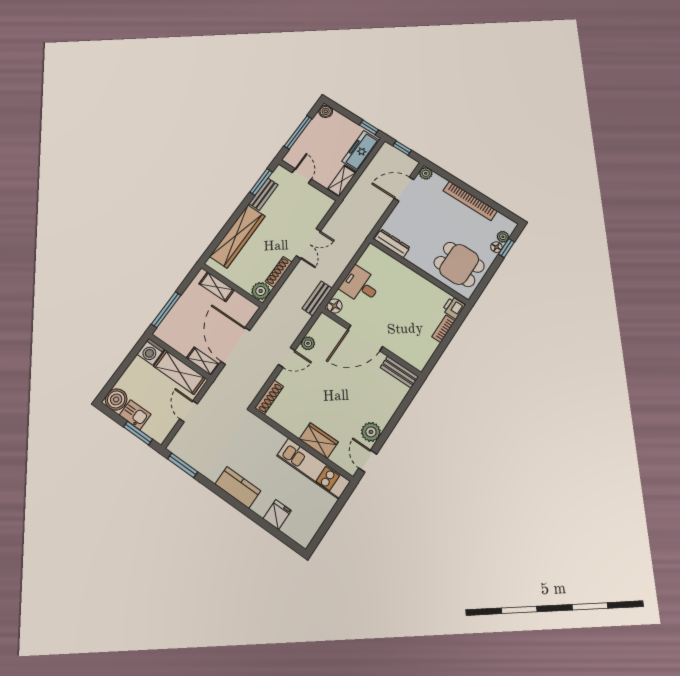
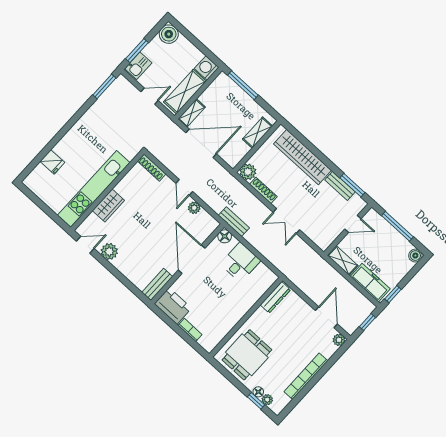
printer: (454, 308) -> (173, 306), moved, width x1.87, depth x1.48
kitchen sink: (135, 415) -> (138, 66), moved
kitchen unit: (313, 468) -> (94, 189), width x1.36
kitchen counter: (238, 487) -> (79, 131), removed

